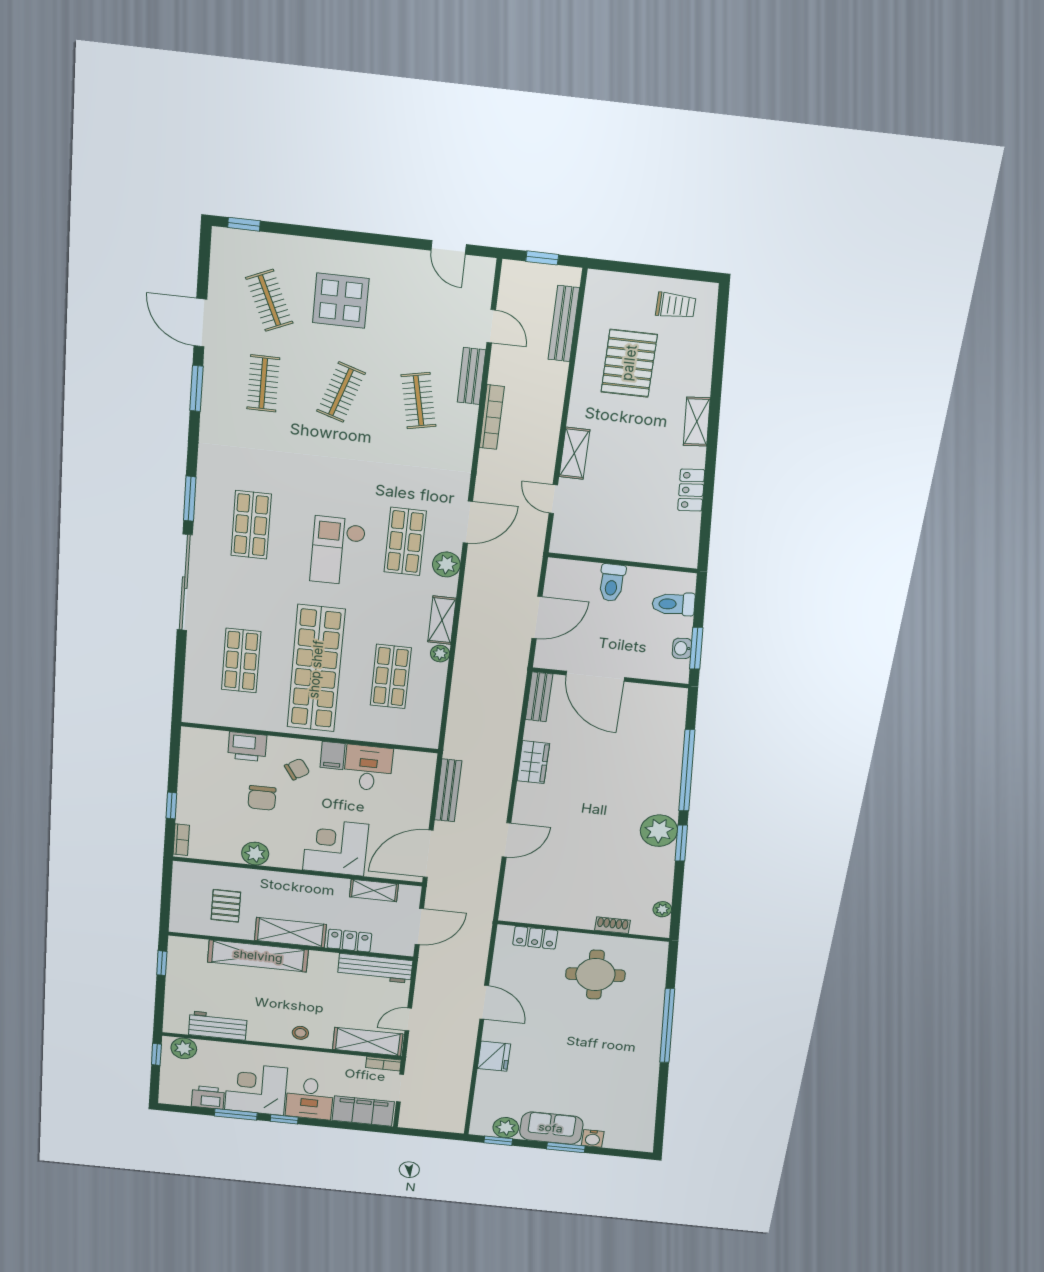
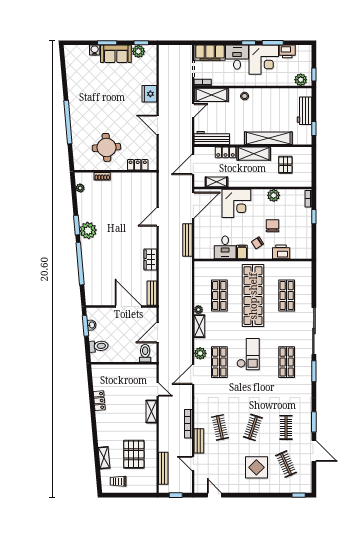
shelving: (697, 422) -> (104, 458), moved
toilet: (612, 583) -> (145, 353), moved
workbench: (218, 1026) -> (305, 111), moved, turned 90

